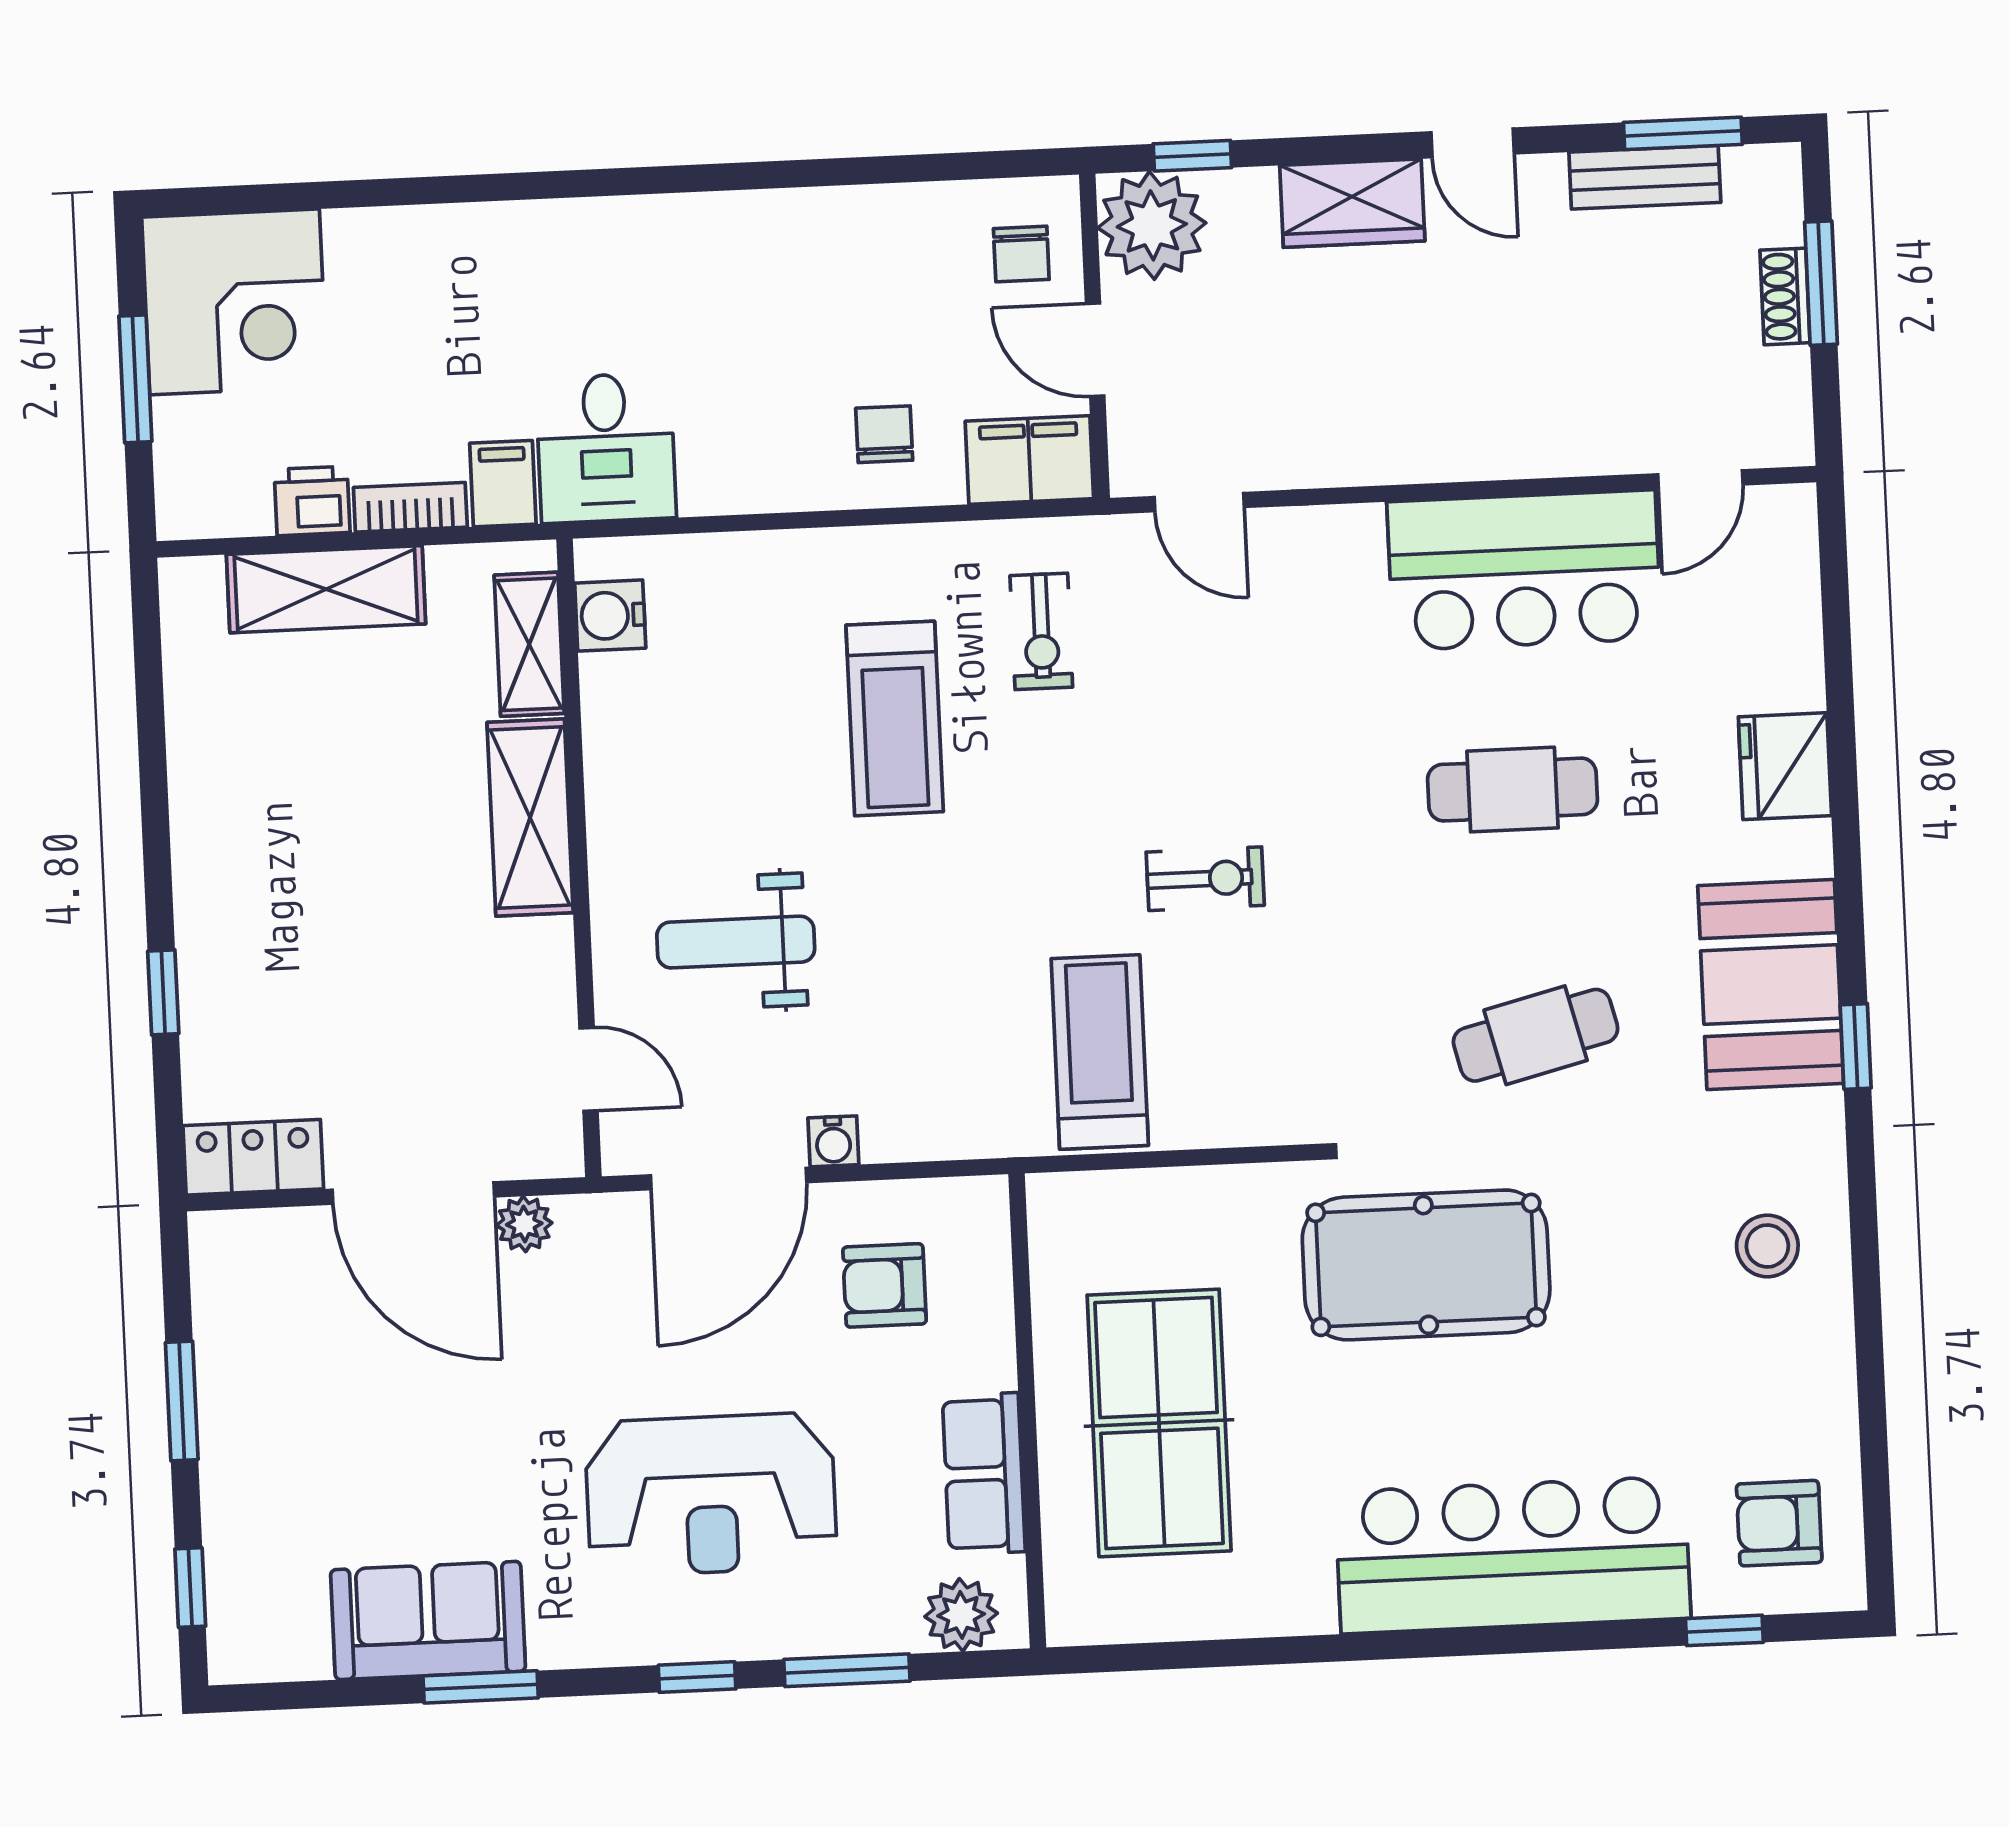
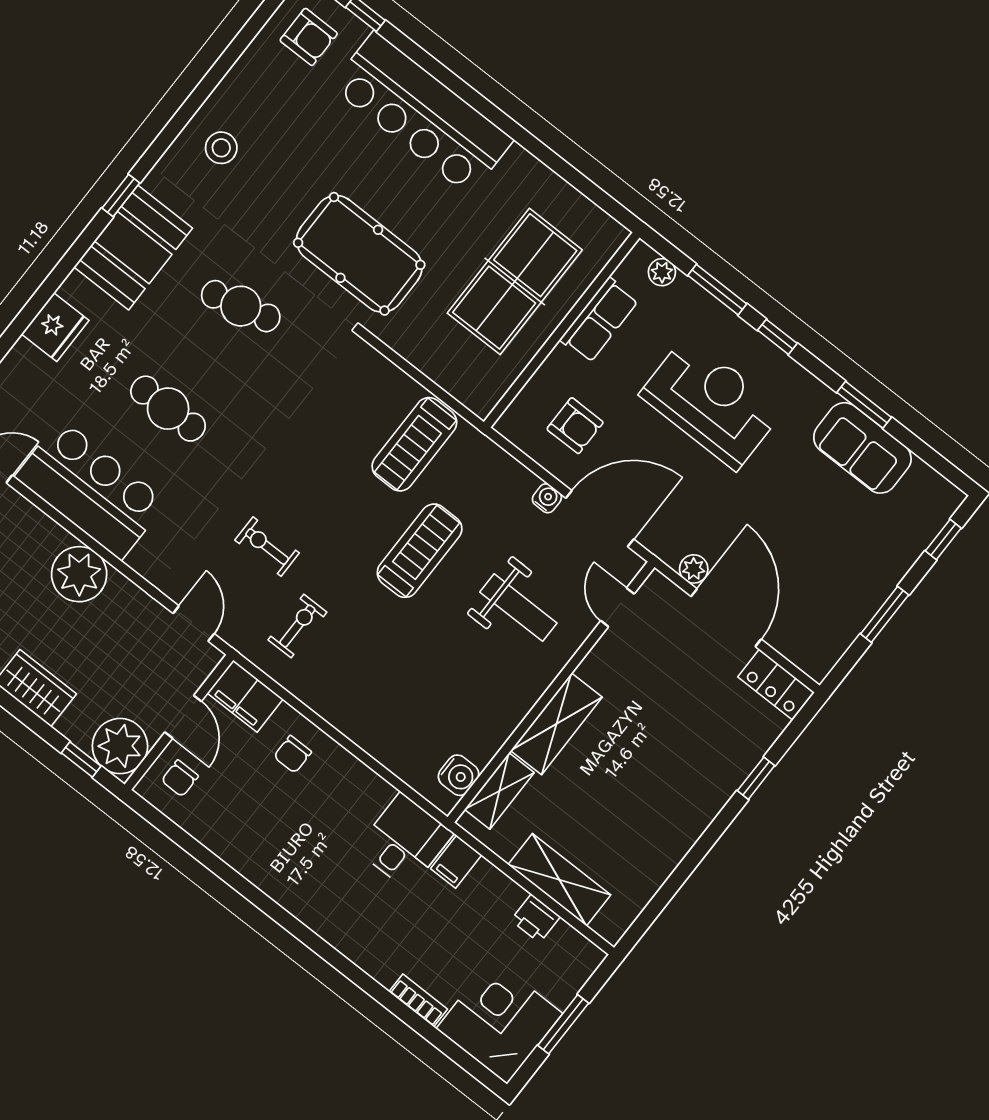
chair: (1021, 254) -> (180, 778), turned 180
plant: (1433, 429) -> (79, 574), added
bookcase: (410, 507) -> (418, 1000), moved, turned 180
treadmill: (895, 718) -> (420, 551), moved
exercise bike: (1205, 879) -> (267, 547), moved
plant: (961, 1615) -> (662, 272), width x0.73, depth x0.73

